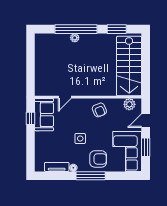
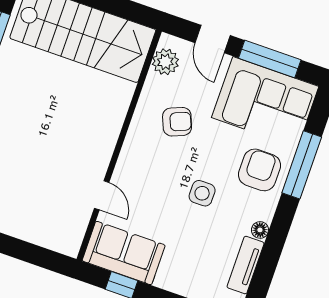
armchair: (99, 110) -> (177, 122), moved
window: (146, 147) -> (270, 59), width x1.44
window: (91, 176) -> (302, 165), moved

